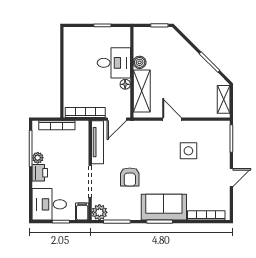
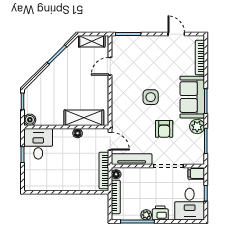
boiler: (140, 62) -> (30, 120), moved
desk: (114, 63) -> (38, 144), moved
door: (172, 119) -> (110, 66), moved
floor lamp: (81, 126) -> (116, 174), added
side table: (188, 151) -> (151, 97), moved
armchair: (130, 177) -> (164, 129), turned 90
door: (231, 178) -> (176, 34), moved
plant: (99, 212) -> (197, 126), moved

